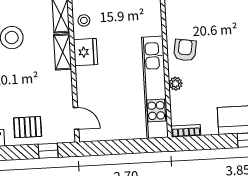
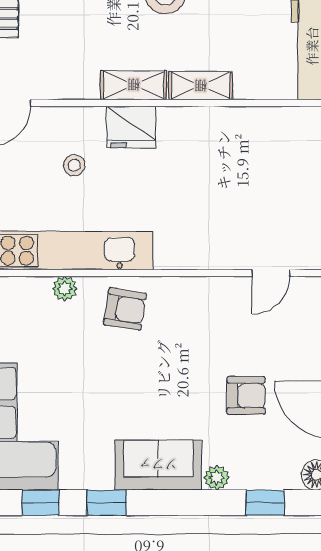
stool: (84, 20) -> (74, 165), moved

